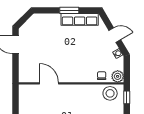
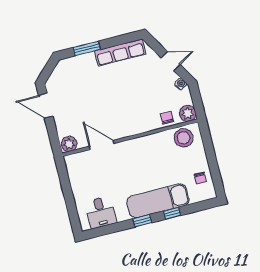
window: (69, 10) -> (87, 48), moved
plant: (26, 77) -> (69, 144), added
window: (127, 97) -> (206, 137), removed

